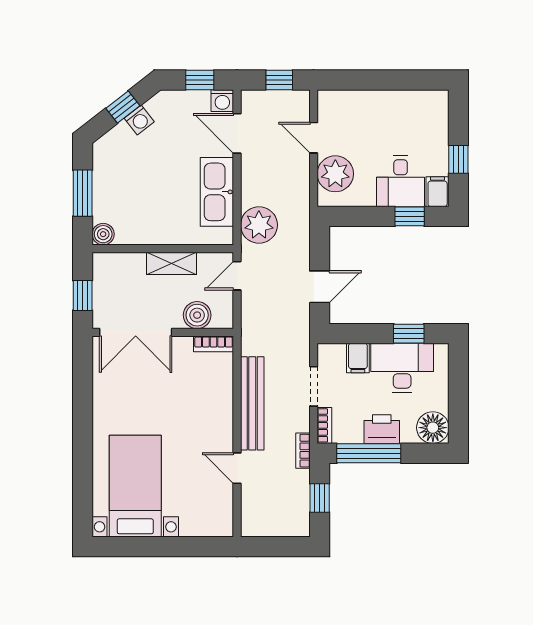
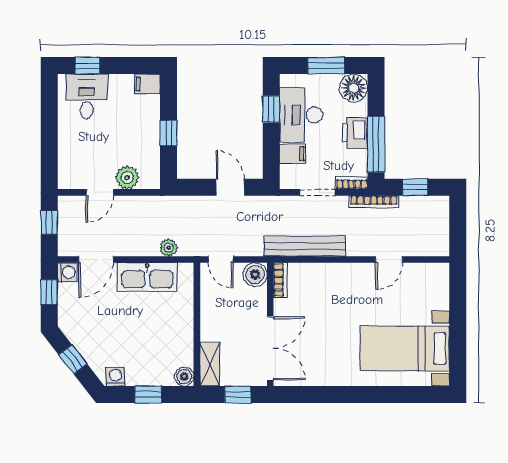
washing machine: (139, 120) -> (115, 377), moved, turned -52
window: (458, 159) -> (87, 66), moved
plant: (335, 174) -> (127, 178), width x0.73, depth x0.73
desk: (401, 181) -> (87, 96), moved, turned -90
window: (83, 193) -> (148, 395), width x0.67
window: (410, 216) -> (169, 133), moved
plant: (259, 225) -> (169, 248), width x0.53, depth x0.53
shelving: (171, 263) -> (210, 364), moved
boiler: (197, 315) -> (255, 275), moved
window: (458, 396) -> (326, 66), added
bench: (252, 403) -> (305, 246), moved
bookcase: (303, 451) -> (374, 202), width x1.56

